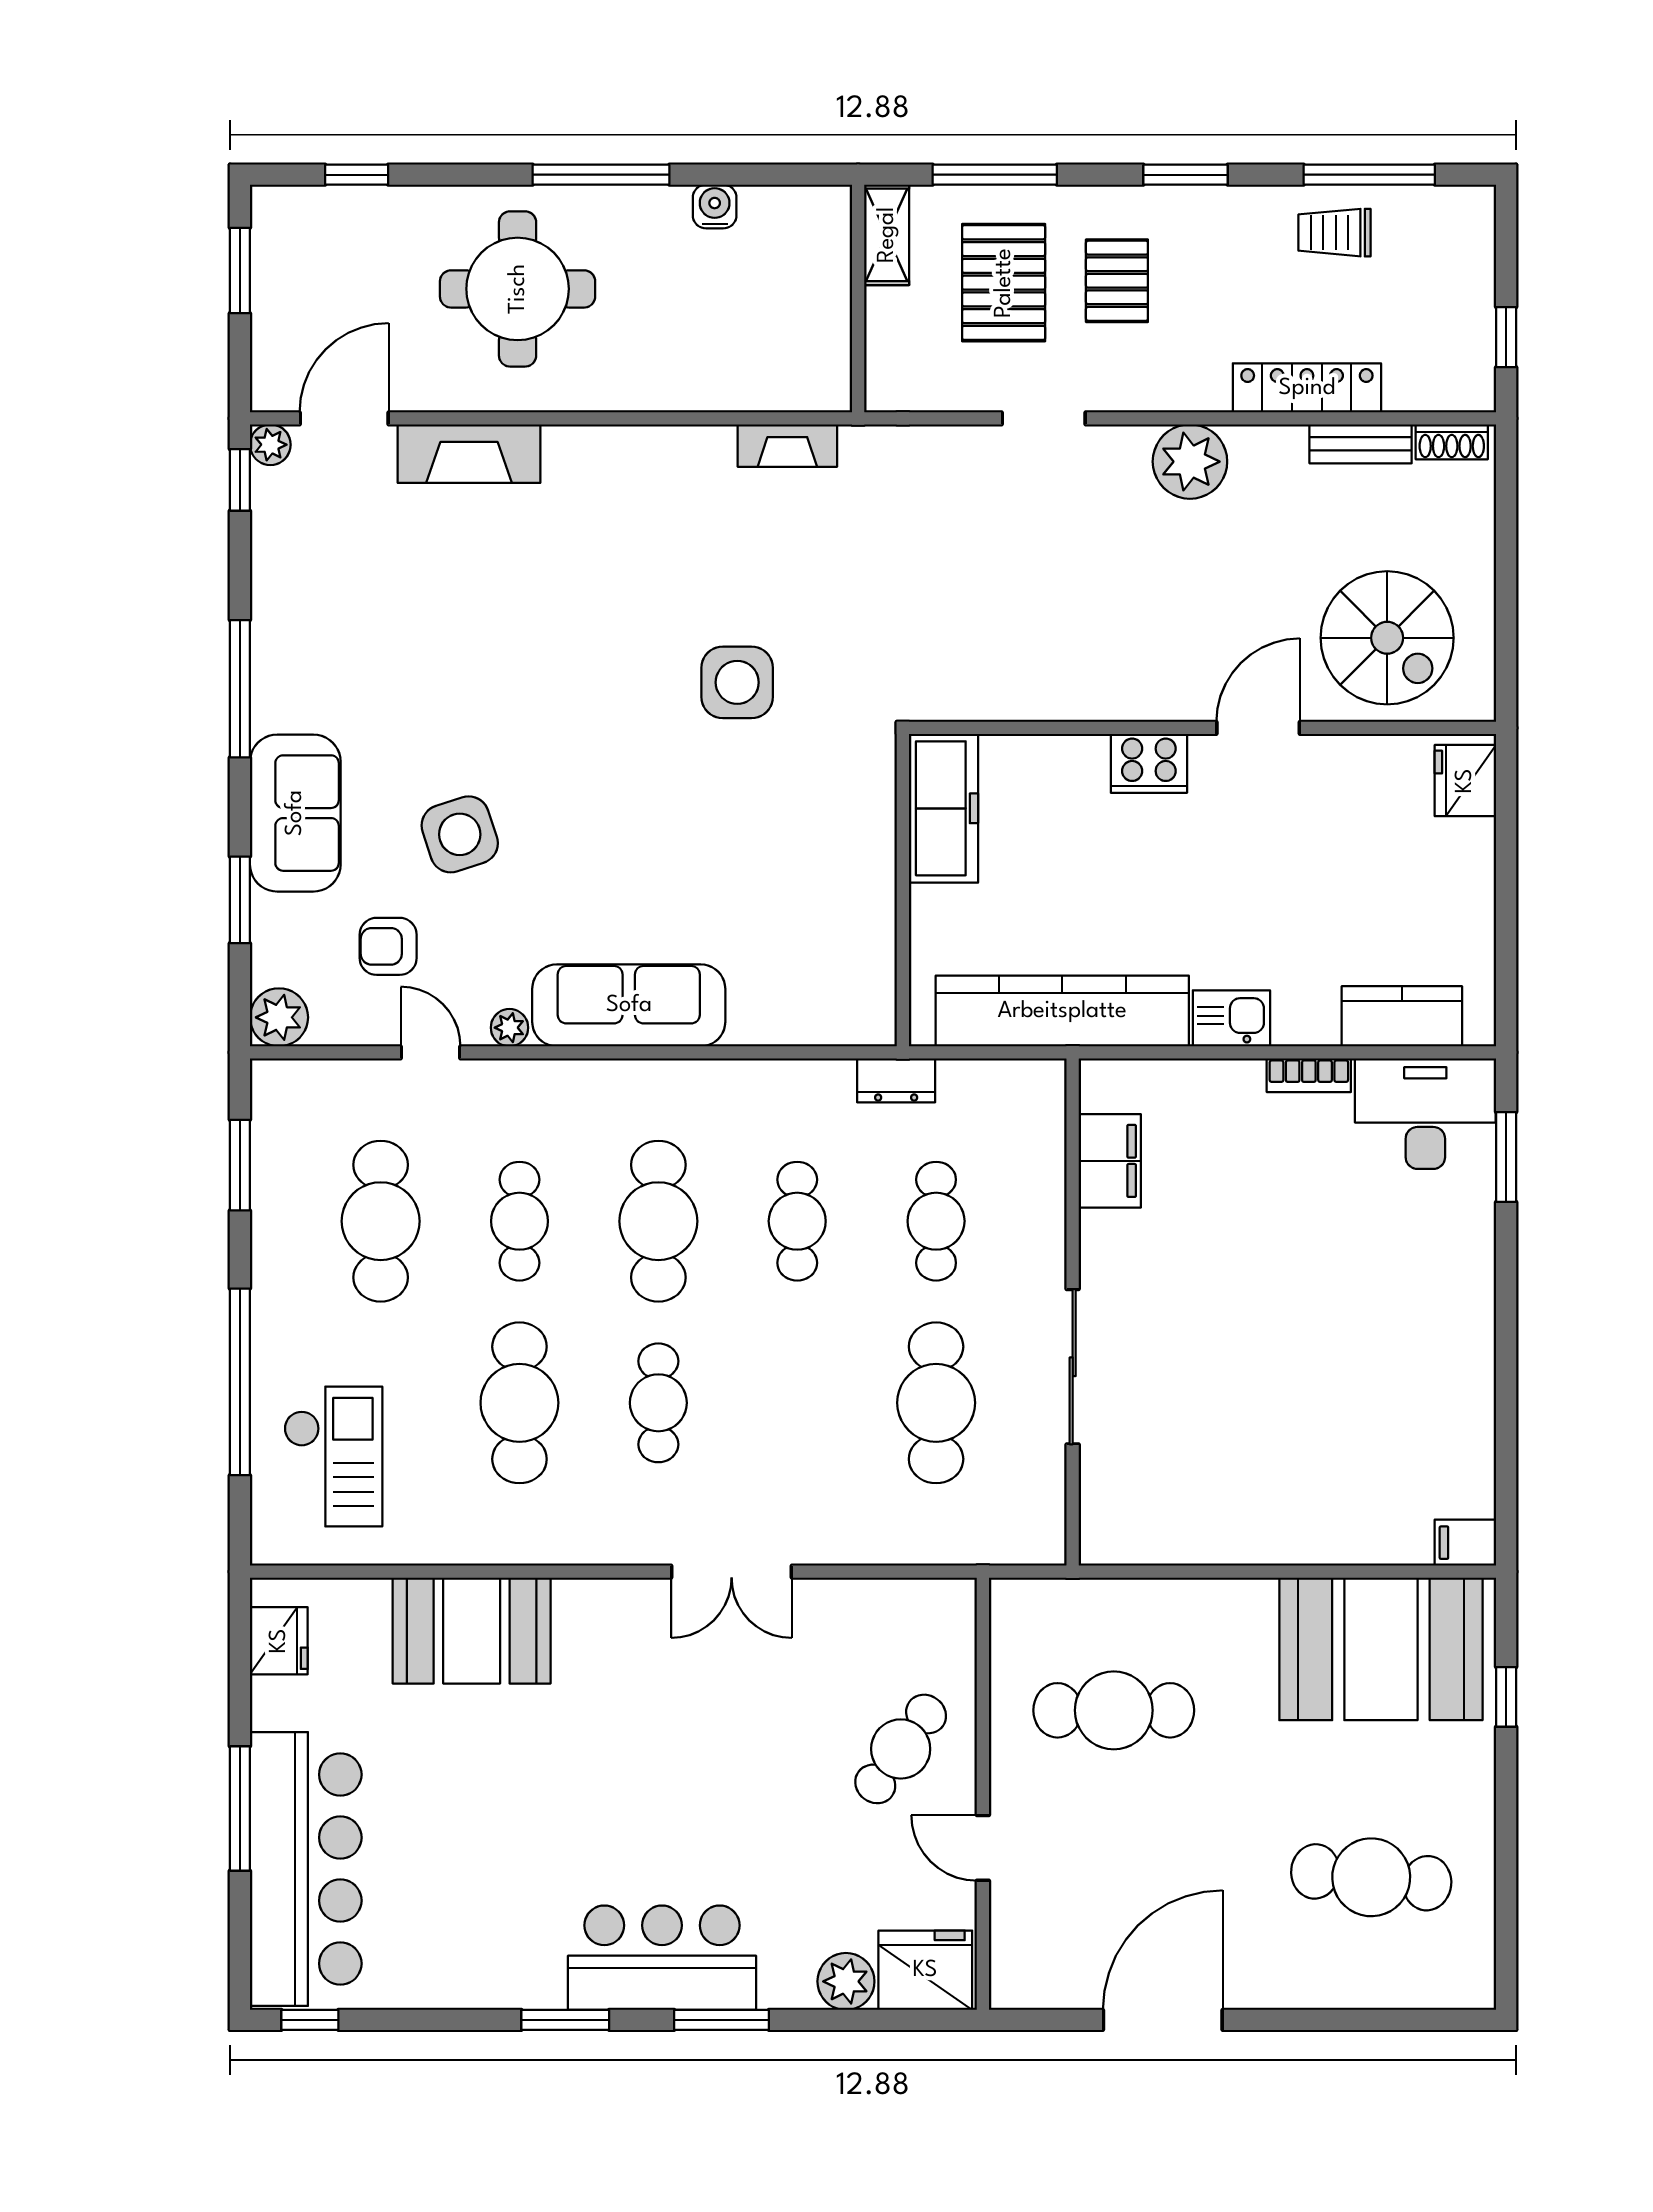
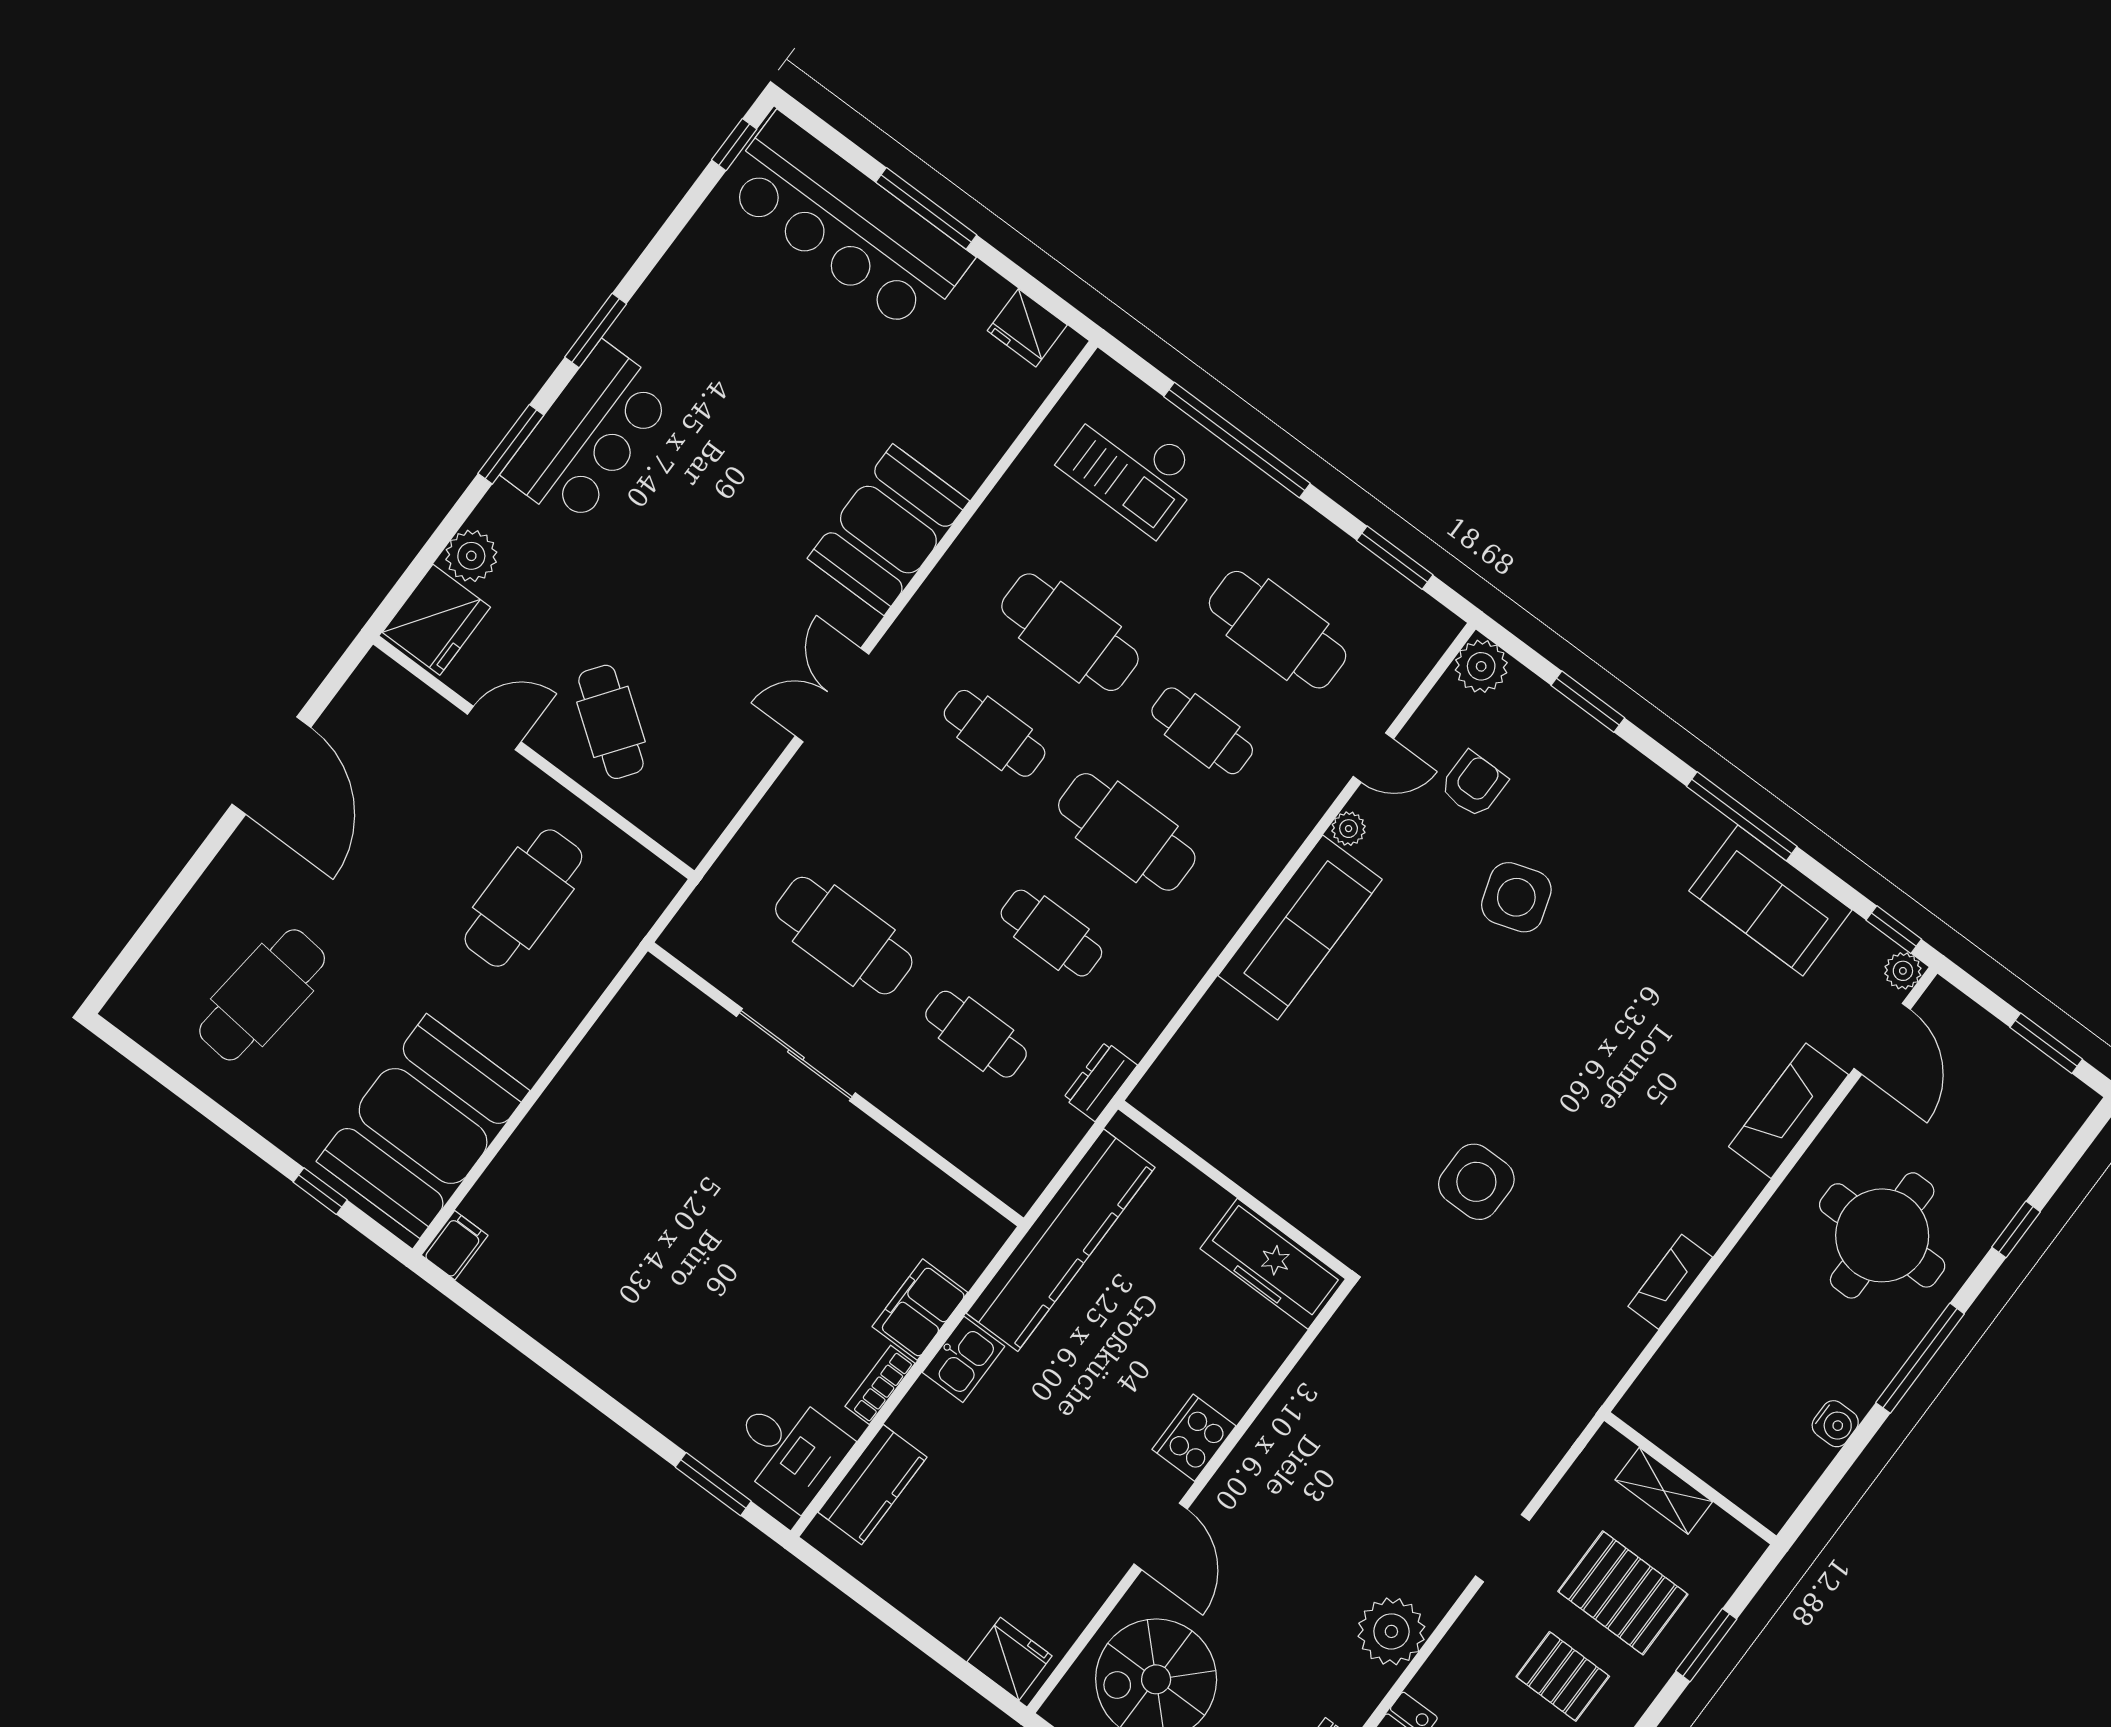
window: (357, 175) -> (2016, 1229), moved
window: (995, 175) -> (1706, 1645), width x0.69
shelving: (887, 235) -> (1664, 1491), moved
fireplace: (787, 446) -> (1670, 1282), moved
sofa: (295, 813) -> (1770, 900), moved
desk: (1425, 1114) -> (789, 1449), width x0.73
filing cabinet: (1110, 1161) -> (920, 1310), moved, turned 90
booth: (472, 1631) -> (888, 530), moved

